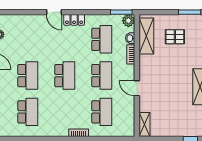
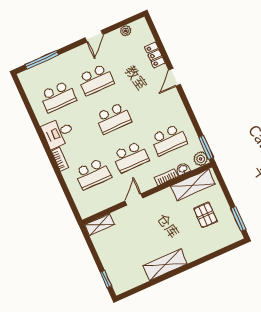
locker: (74, 20) -> (155, 55), moved
desk: (57, 125) -> (58, 133), added

